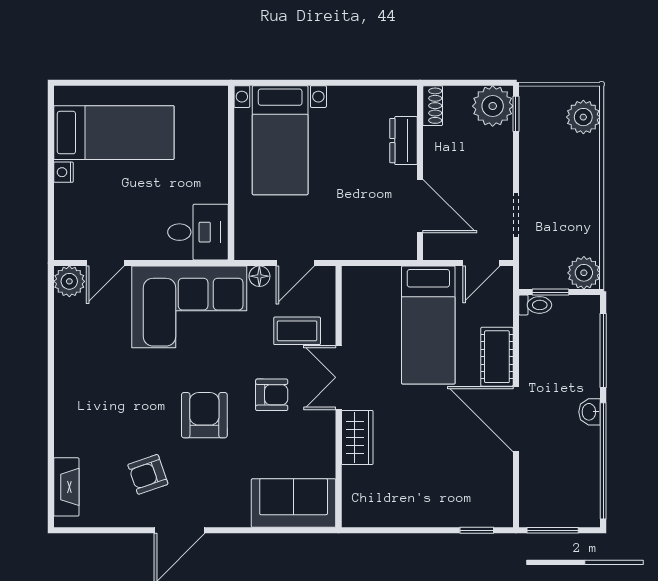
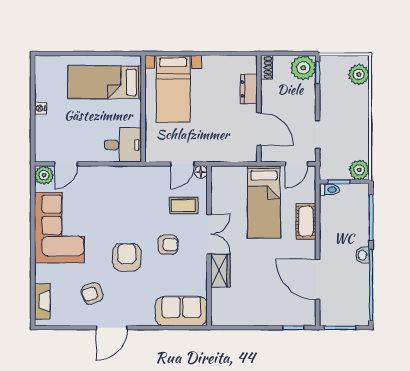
bed: (114, 133) -> (105, 82), moved, turned 180
floor lamp: (259, 276) -> (201, 172), moved
corner sofa: (189, 307) -> (60, 228), moved, turned -90
double door: (339, 377) -> (209, 234), swing flipped
door: (516, 419) -> (318, 279), moved

